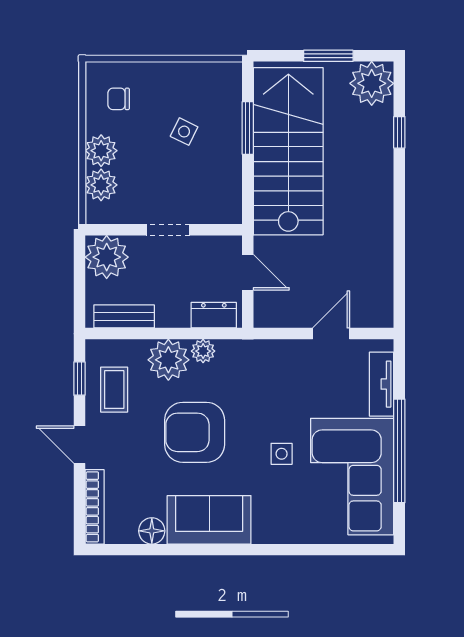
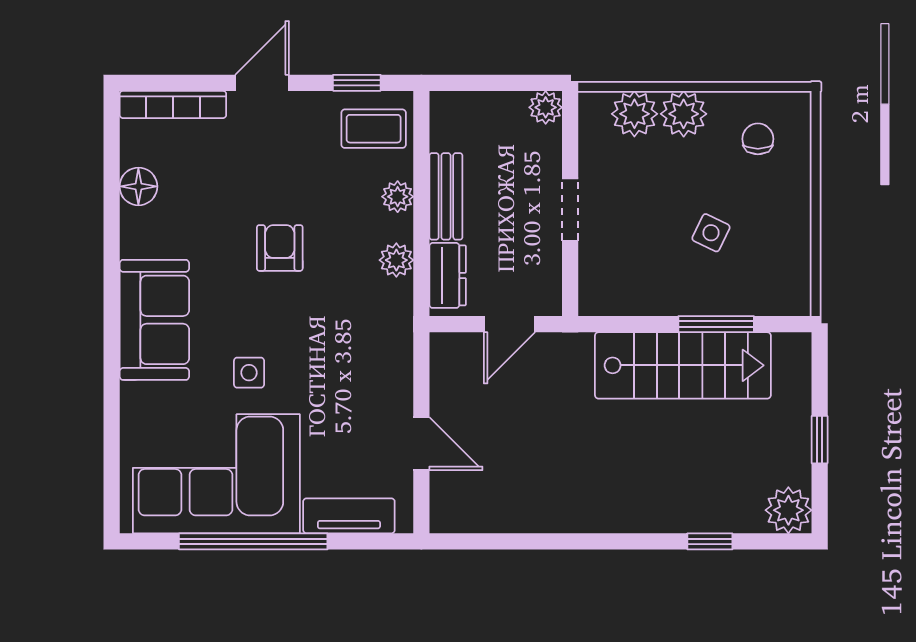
window: (328, 56) -> (820, 440), width x0.67
plant: (372, 83) -> (788, 510), width x0.73, depth x0.73
stairs: (288, 151) -> (683, 365), width x0.73, depth x0.66
plant: (107, 257) -> (546, 107), width x0.53, depth x0.53
bench: (124, 316) -> (446, 196), moved
plant: (168, 360) -> (398, 197), width x0.53, depth x0.53
coffee table: (114, 390) -> (374, 129), moved
armchair: (195, 432) -> (280, 248), width x0.53, depth x0.53
sofa: (209, 520) -> (154, 320), moved

